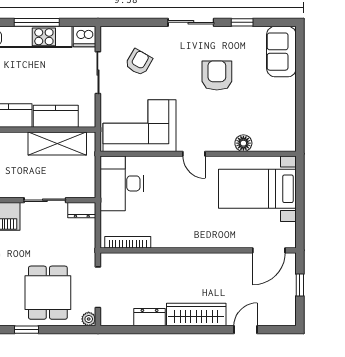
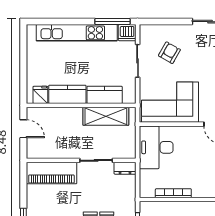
window: (37, 22) -> (113, 22), moved
bookcase: (128, 242) -> (173, 193), moved

